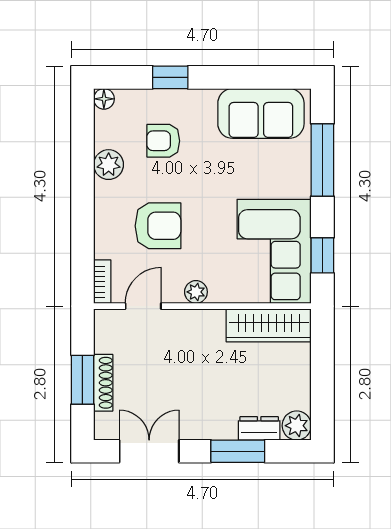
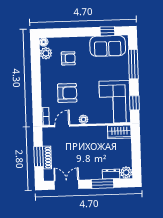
window: (170, 77) -> (107, 31), moved
armchair: (163, 141) -> (68, 58), turned 180
plant: (109, 165) -> (46, 53), moved
wardrobe: (269, 325) -> (119, 132), width x0.67

